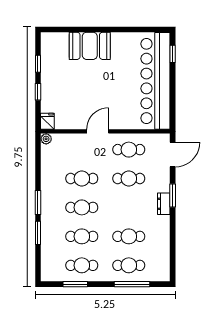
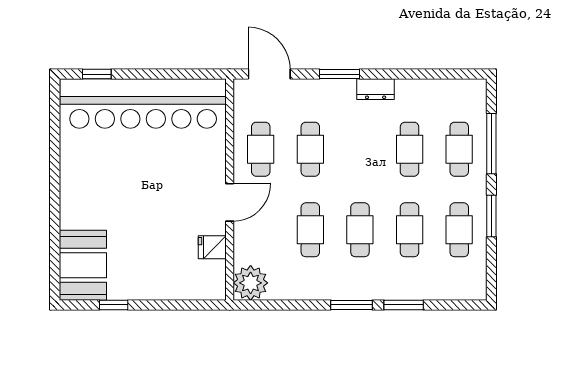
booth: (90, 46) -> (83, 265), moved
window: (38, 92) -> (162, 305), removed
fridge: (47, 121) -> (212, 247), moved
door: (98, 131) -> (230, 202), swing flipped
plant: (46, 139) -> (251, 283), width x1.88, depth x1.88
dresser: (164, 204) -> (376, 89), moved
window: (75, 284) -> (491, 216), moved

